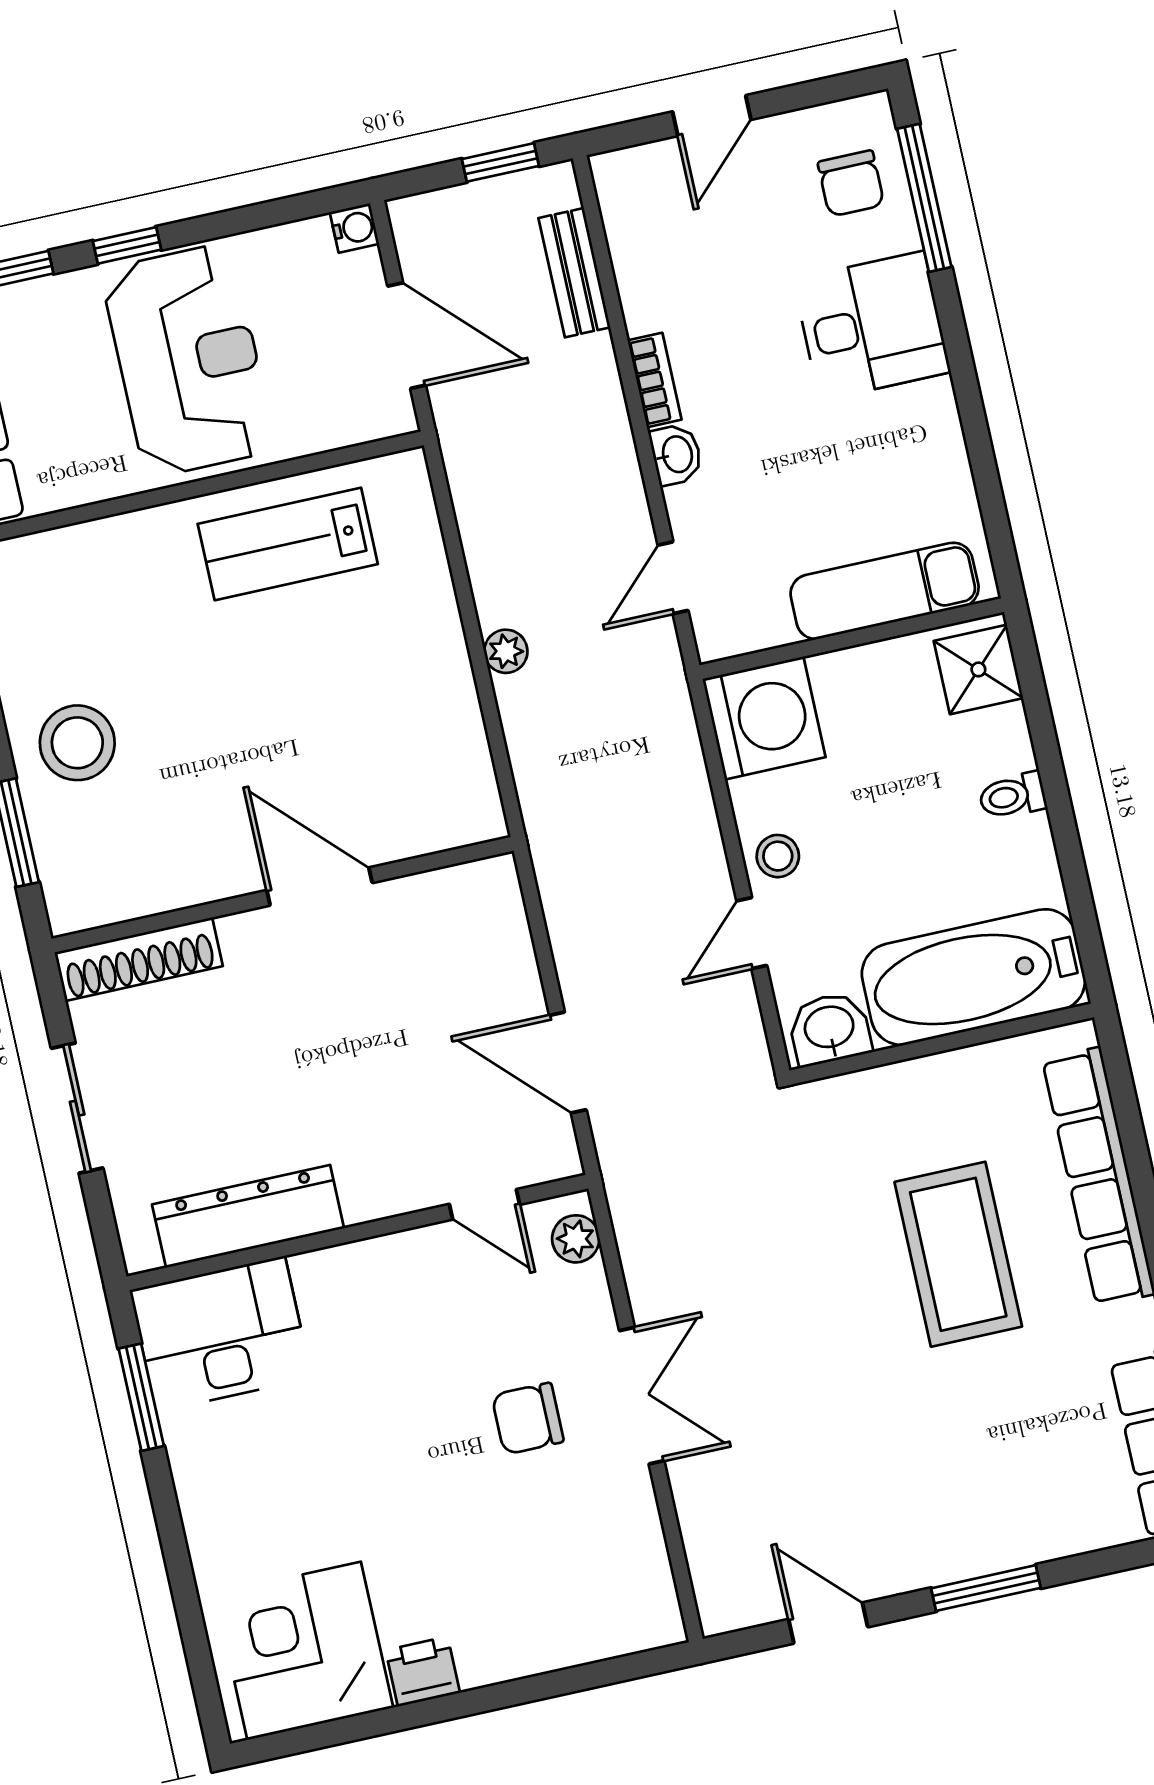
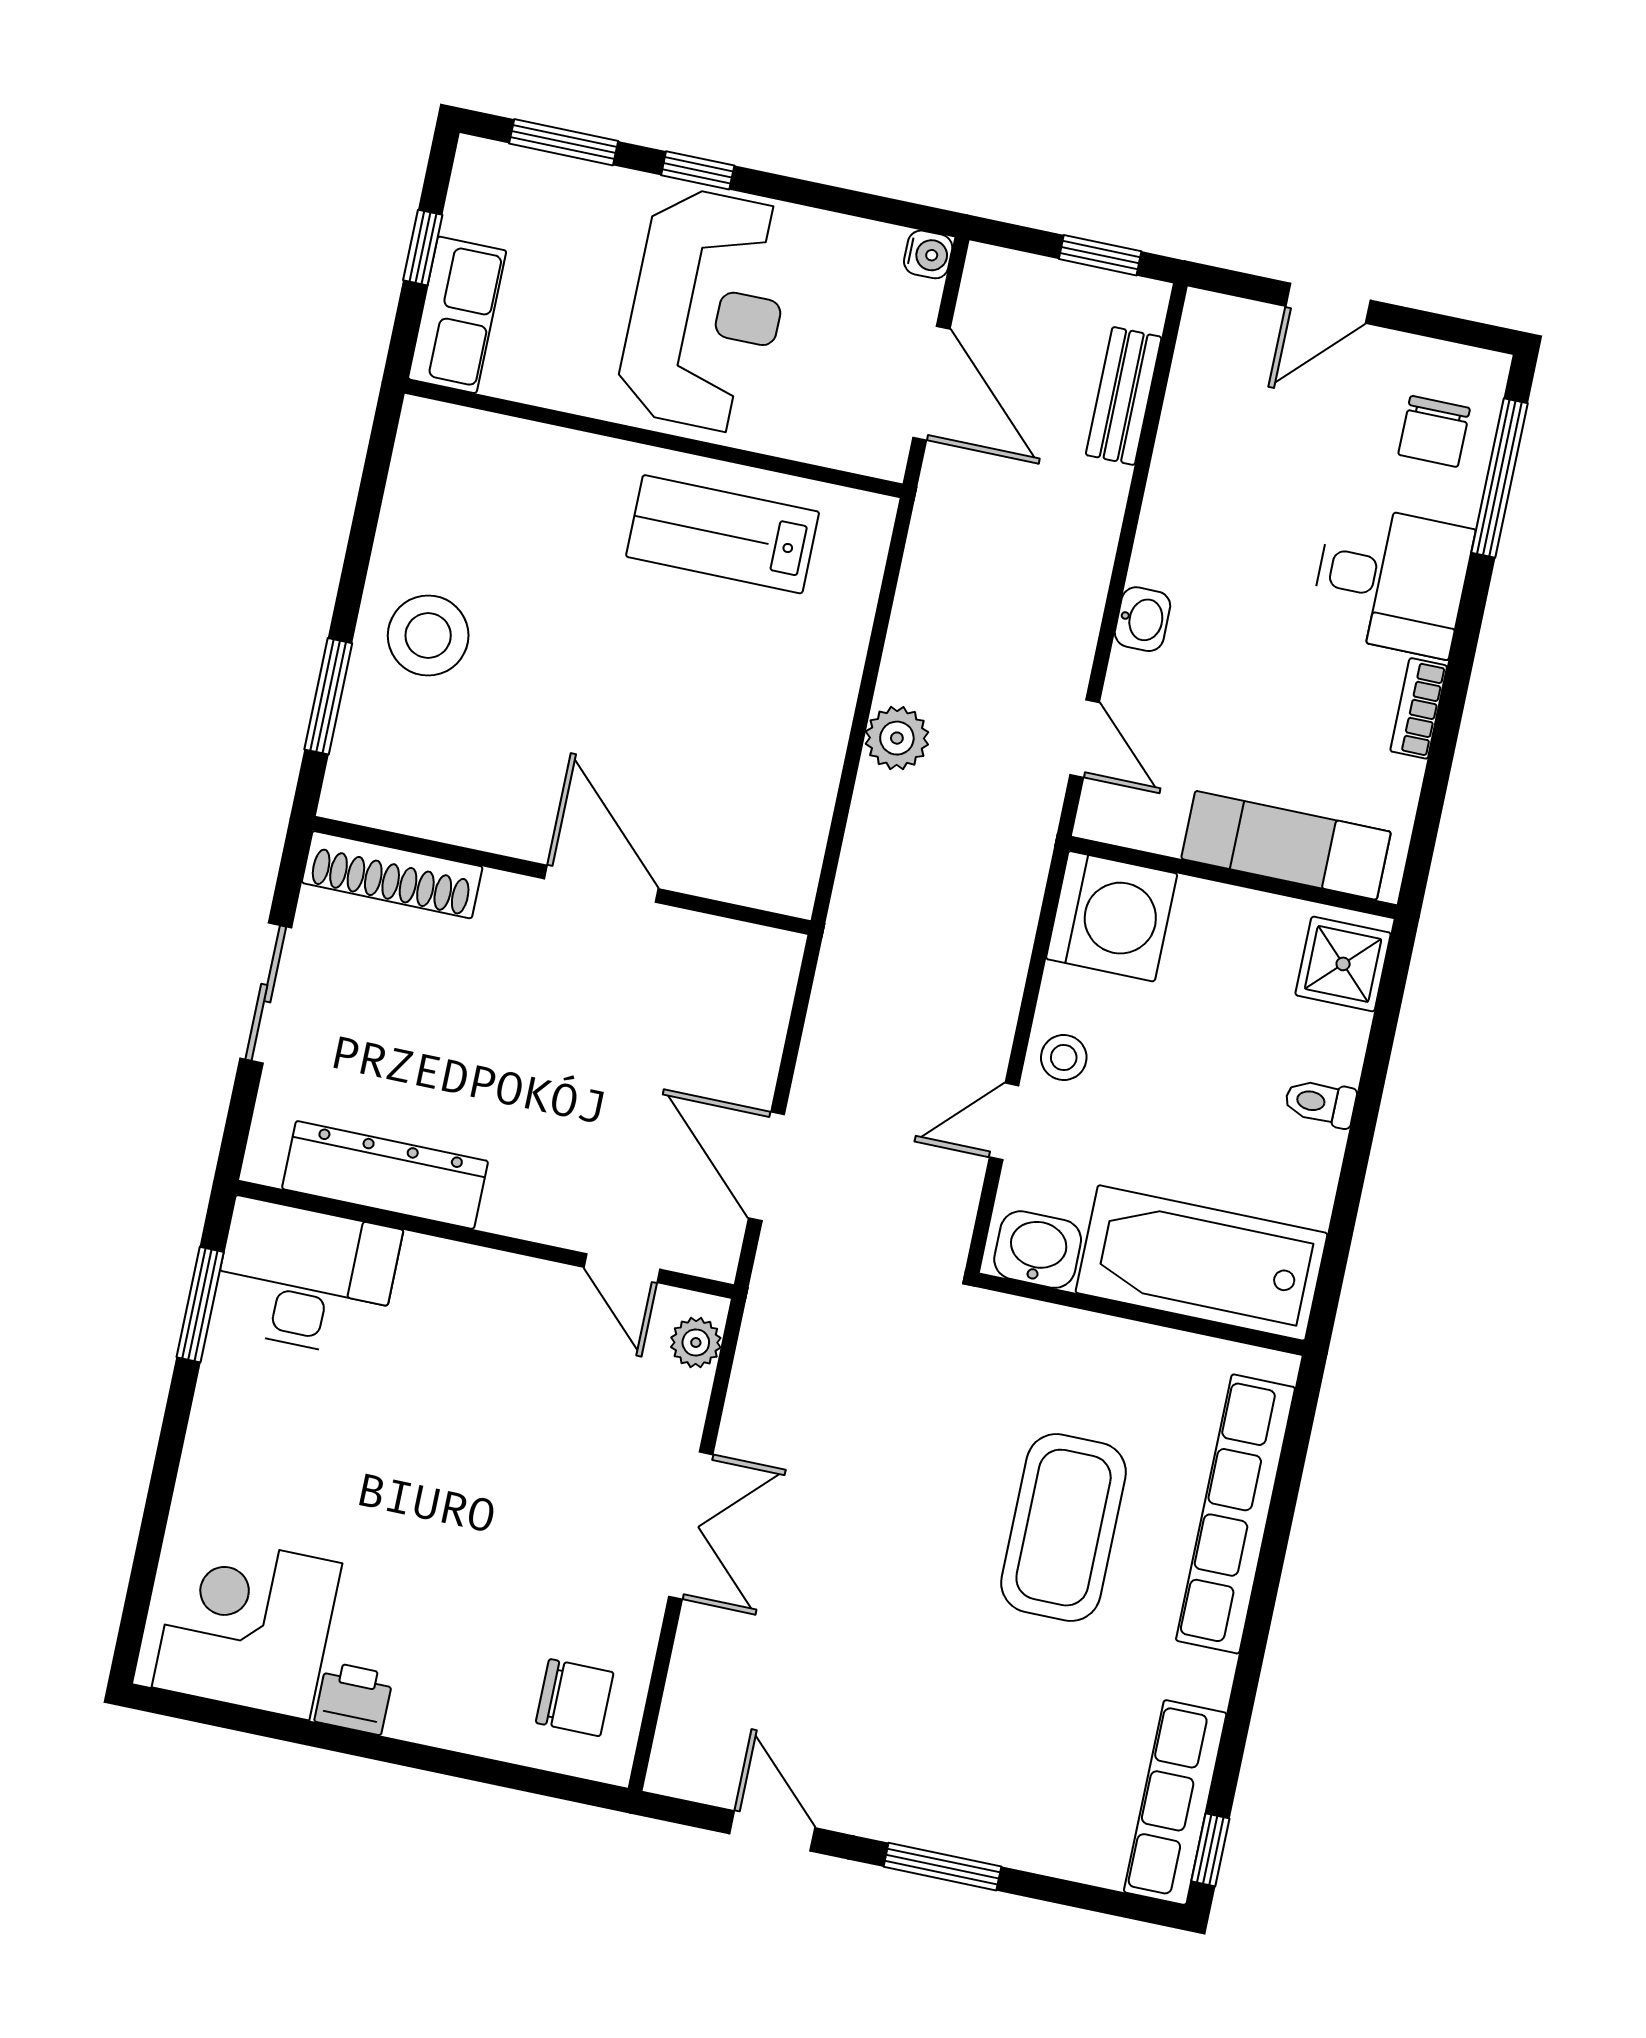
bookcase: (655, 380) -> (1419, 708), moved, turned 180
door: (673, 578) -> (1085, 738), swing flipped
plant: (506, 651) -> (897, 738), width x1.38, depth x1.38
chair: (528, 1418) -> (575, 1698), moved, turned 180

